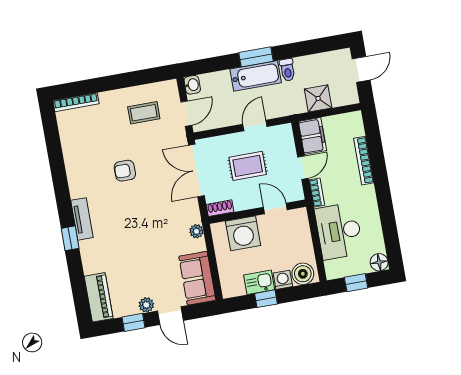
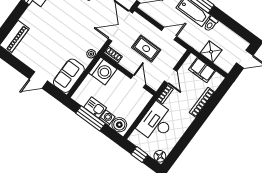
filing cabinet: (312, 136) -> (202, 70), moved, turned 90
door: (303, 168) -> (171, 76), hinge flipped
washing machine: (243, 233) -> (103, 71), moved, turned -90
window: (266, 299) -> (90, 118), width x2.17
plant: (146, 305) -> (33, 63), removed
door: (170, 316) -> (38, 80), hinge flipped
window: (133, 322) -> (18, 65), removed

